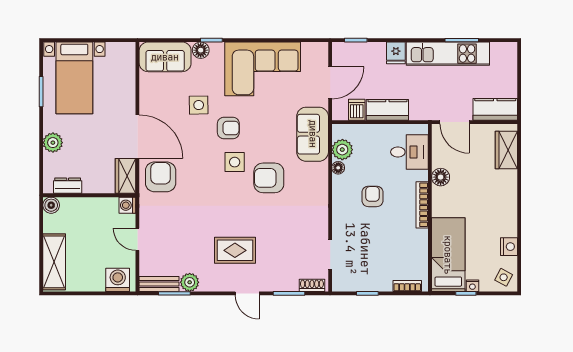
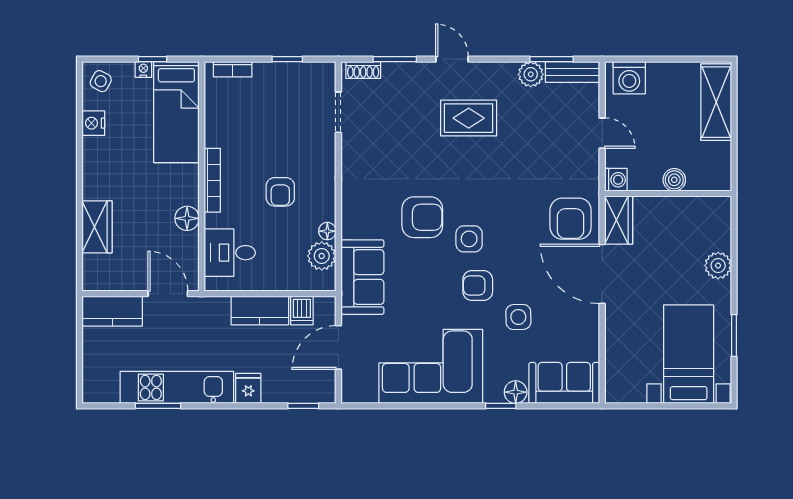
wardrobe: (506, 150) -> (97, 227), moved
dresser: (68, 186) -> (698, 207), removed
boiler: (51, 205) -> (674, 180), moved

